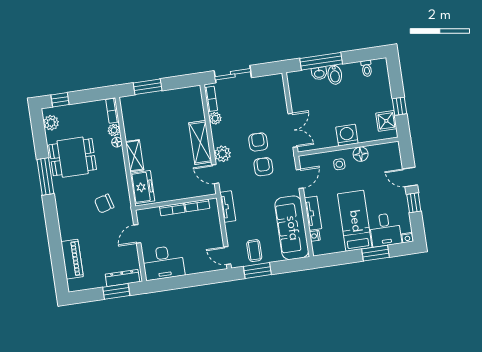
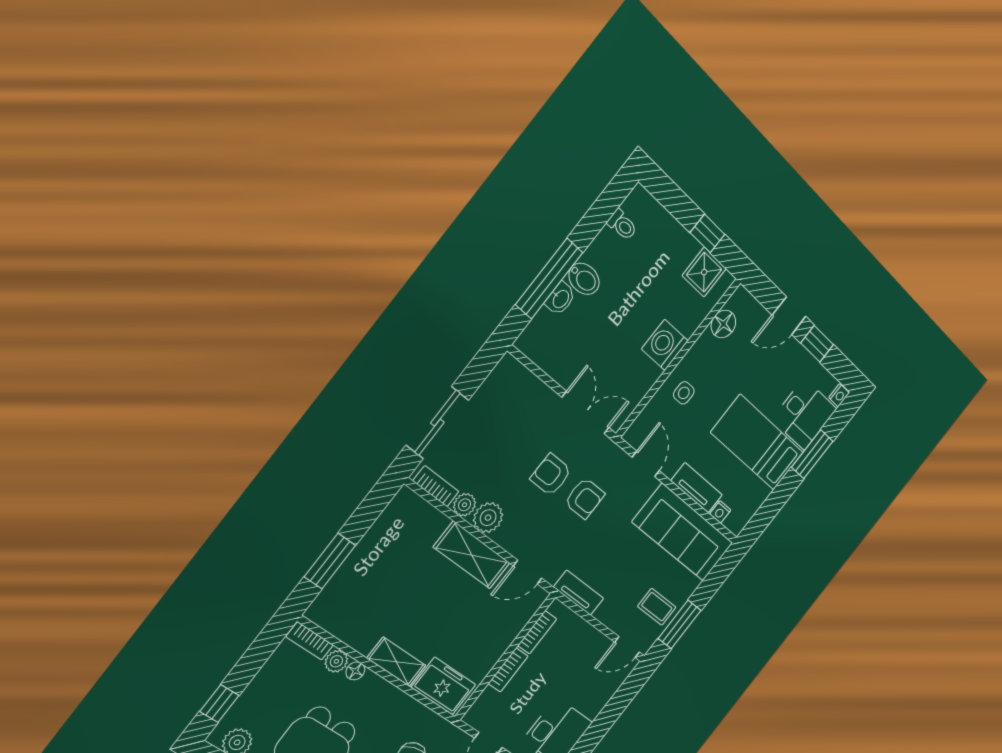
plant: (222, 154) -> (488, 518), moved
floor lamp: (361, 154) -> (723, 324), moved
armchair: (263, 167) -> (585, 498), turned 180

